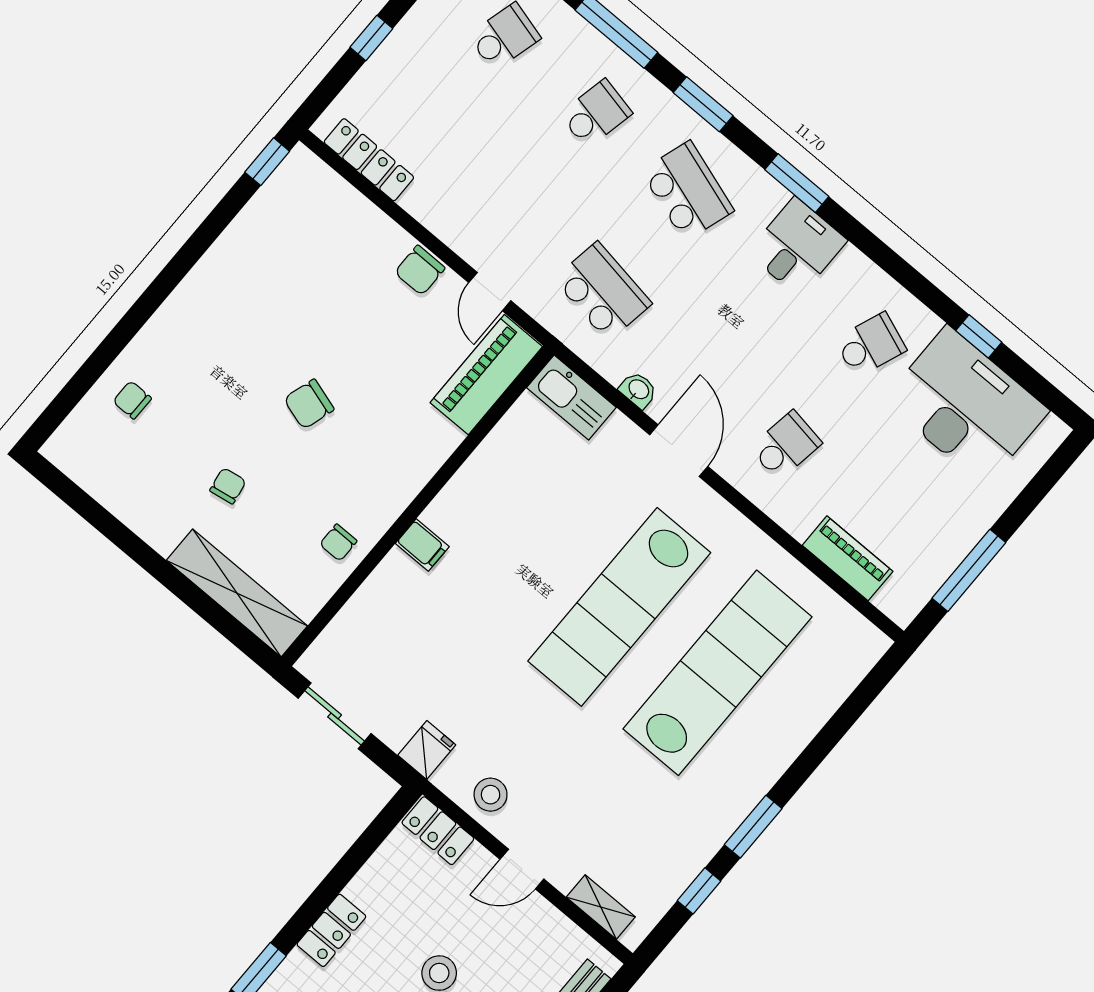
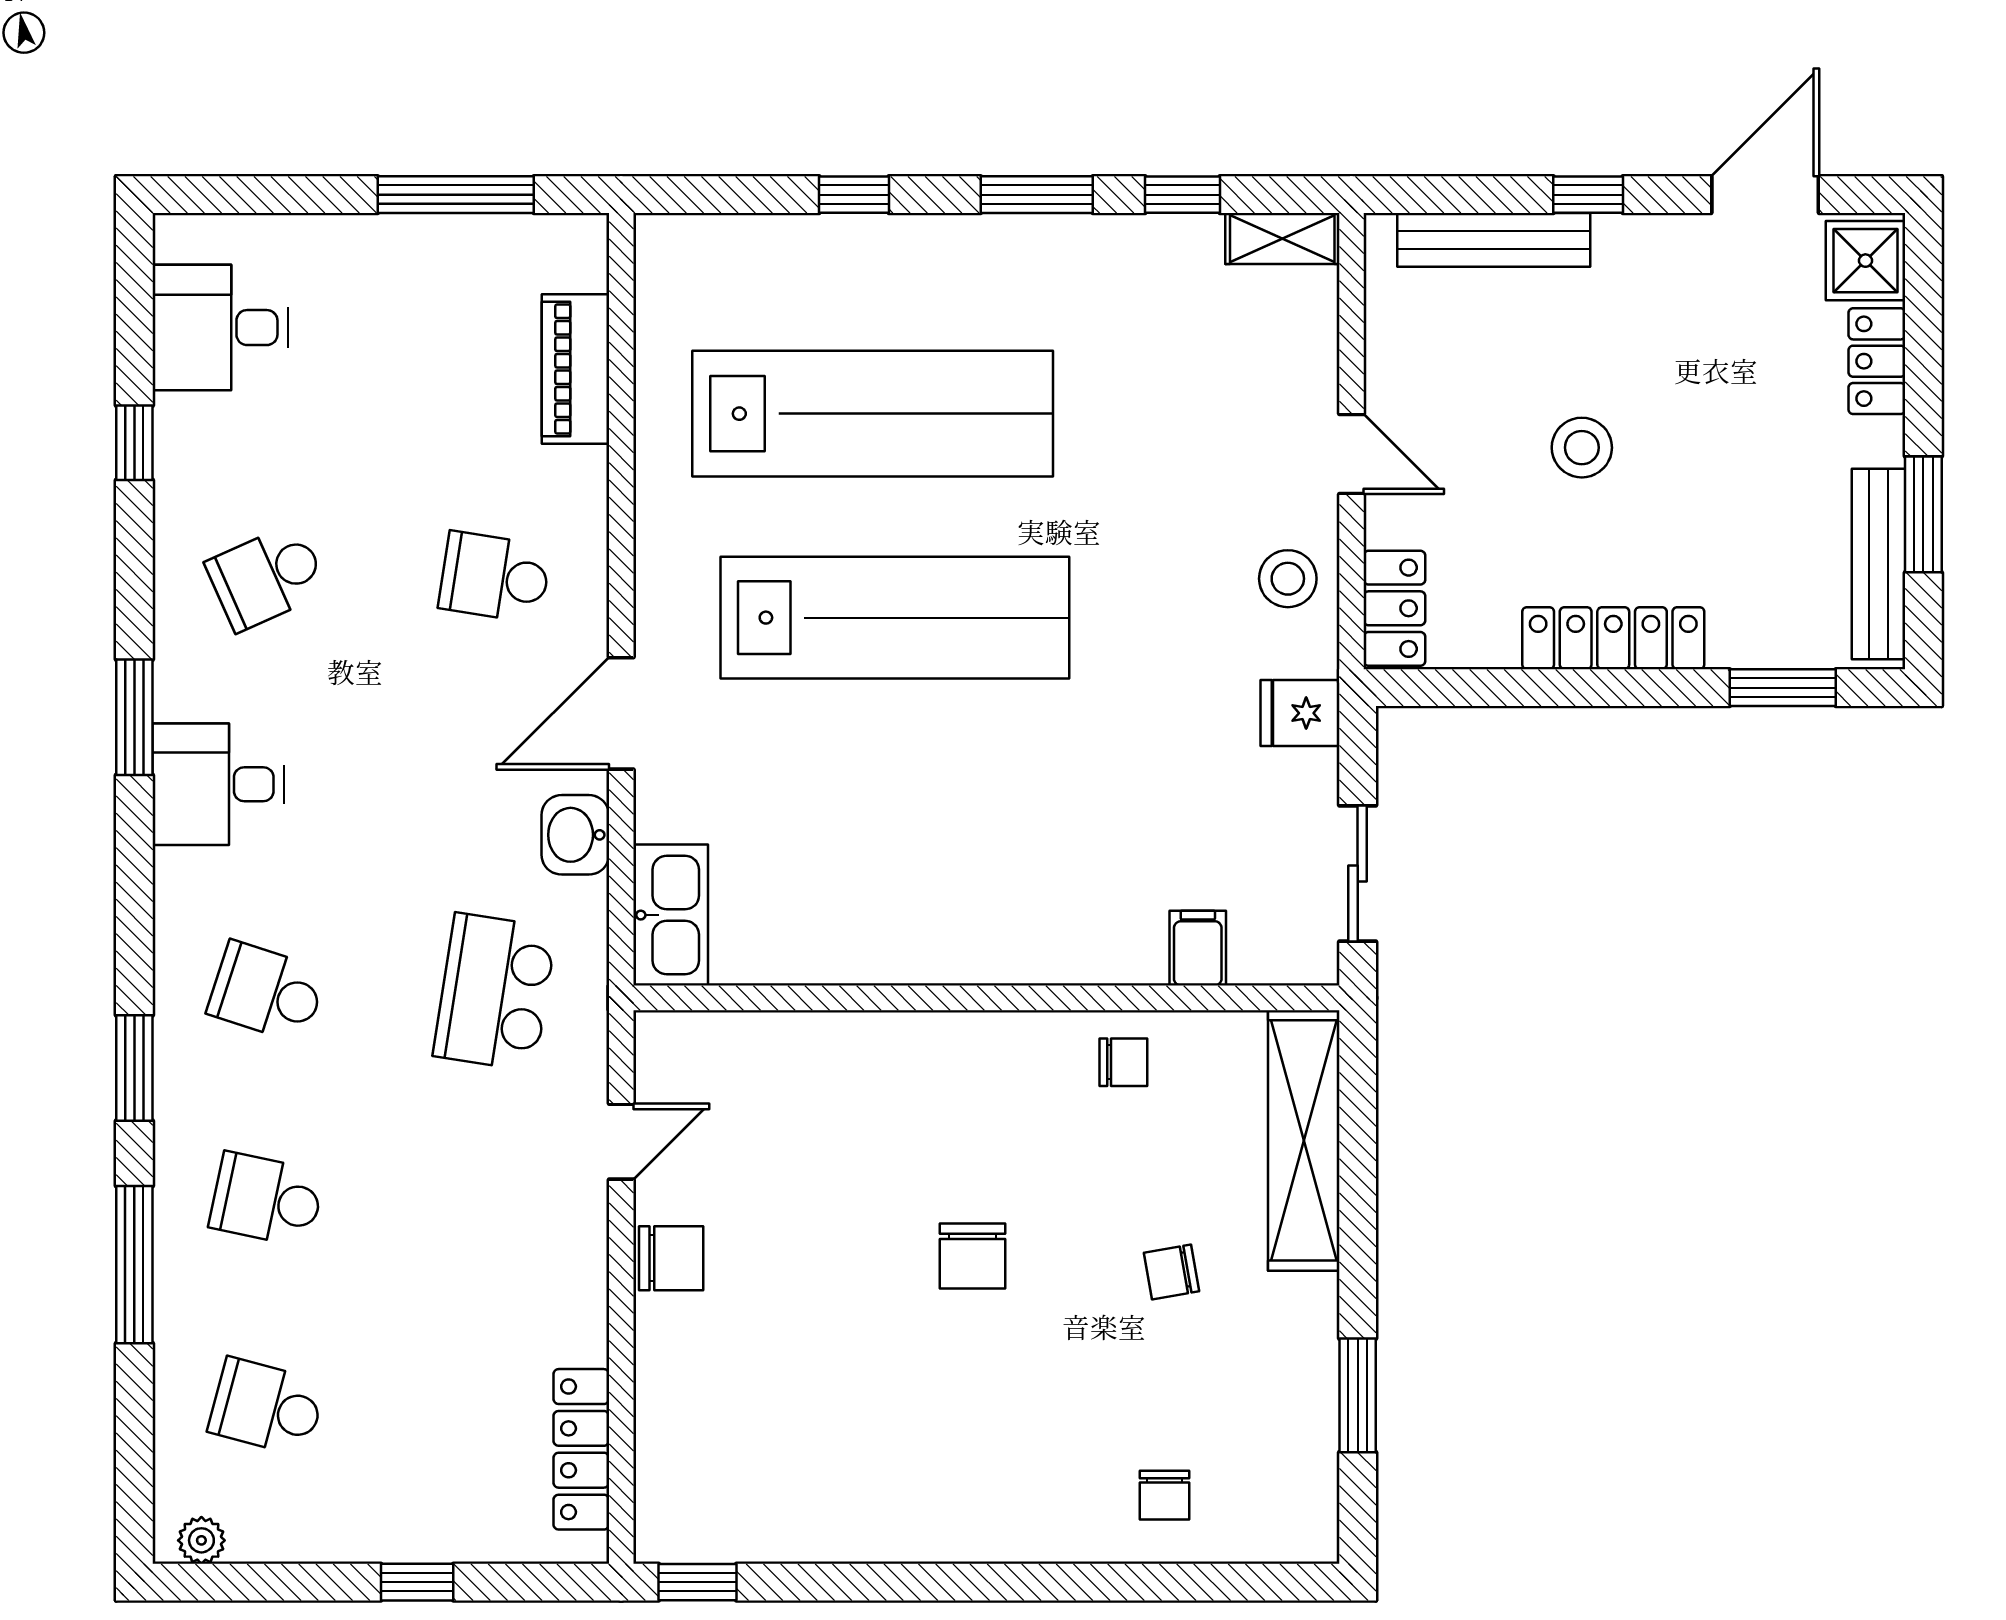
window: (797, 183) -> (134, 717), moved
school desk: (687, 191) -> (267, 992), width x0.54
school desk: (870, 345) -> (267, 577), turned -45
piano: (486, 375) -> (735, 1054), removed
washbasin: (638, 390) -> (575, 835), width x1.38, depth x1.45
chair: (309, 404) -> (973, 1256), turned 73
desk: (966, 406) -> (220, 328), width x0.53, depth x0.77
window: (104, 522) -> (1358, 1395), added
filing cabinet: (422, 545) -> (1198, 948), moved
lab bench: (718, 673) -> (873, 414), turned 180
window: (821, 746) -> (854, 195), added
shelving: (601, 907) -> (1282, 238), moved, turned 90
locker: (331, 930) -> (1613, 638), width x1.53

